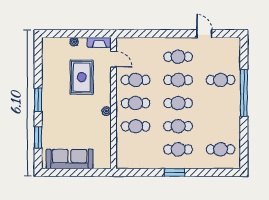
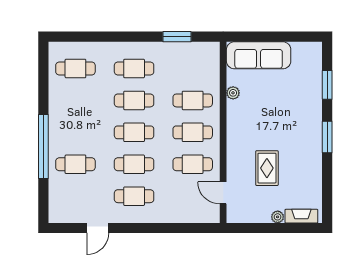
door: (204, 34) -> (98, 228), hinge flipped
fireplace: (99, 42) -> (301, 216), moved
rug: (82, 77) -> (267, 168), width x0.73, depth x0.70
plant: (106, 111) -> (233, 93), moved
sofa: (70, 159) -> (259, 55), moved
window: (175, 172) -> (177, 37), moved

